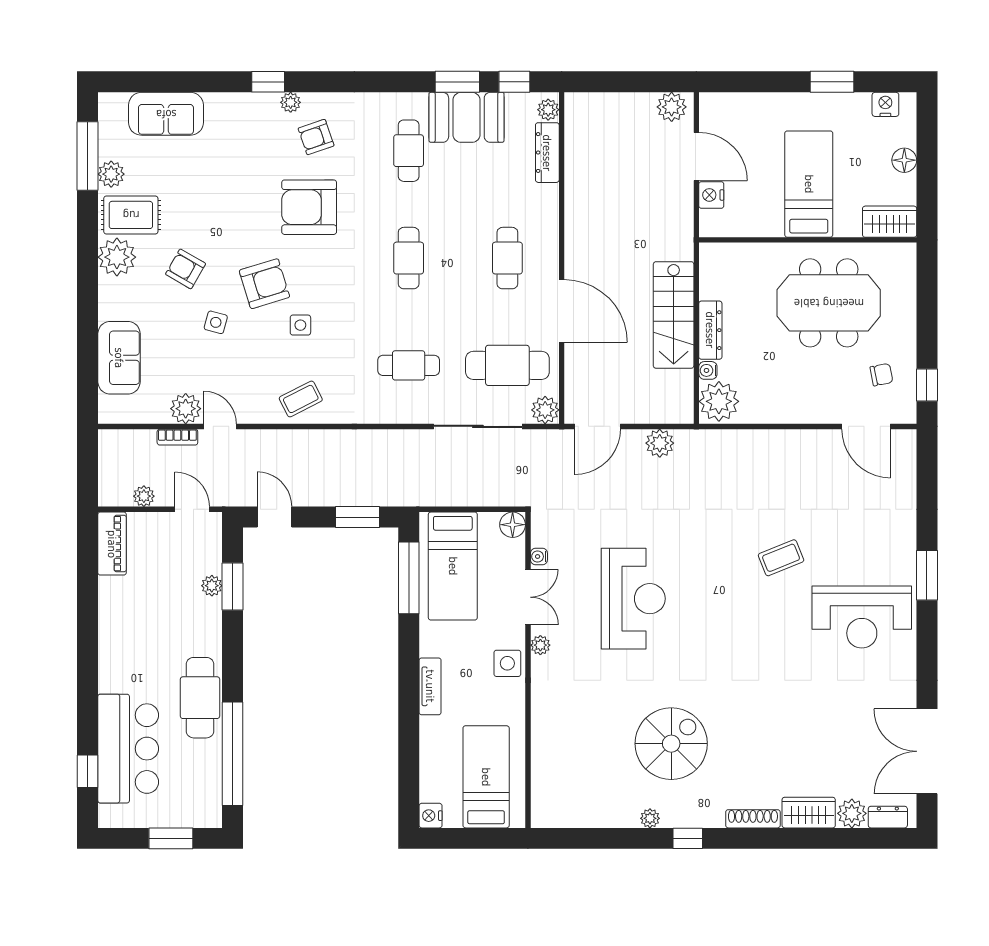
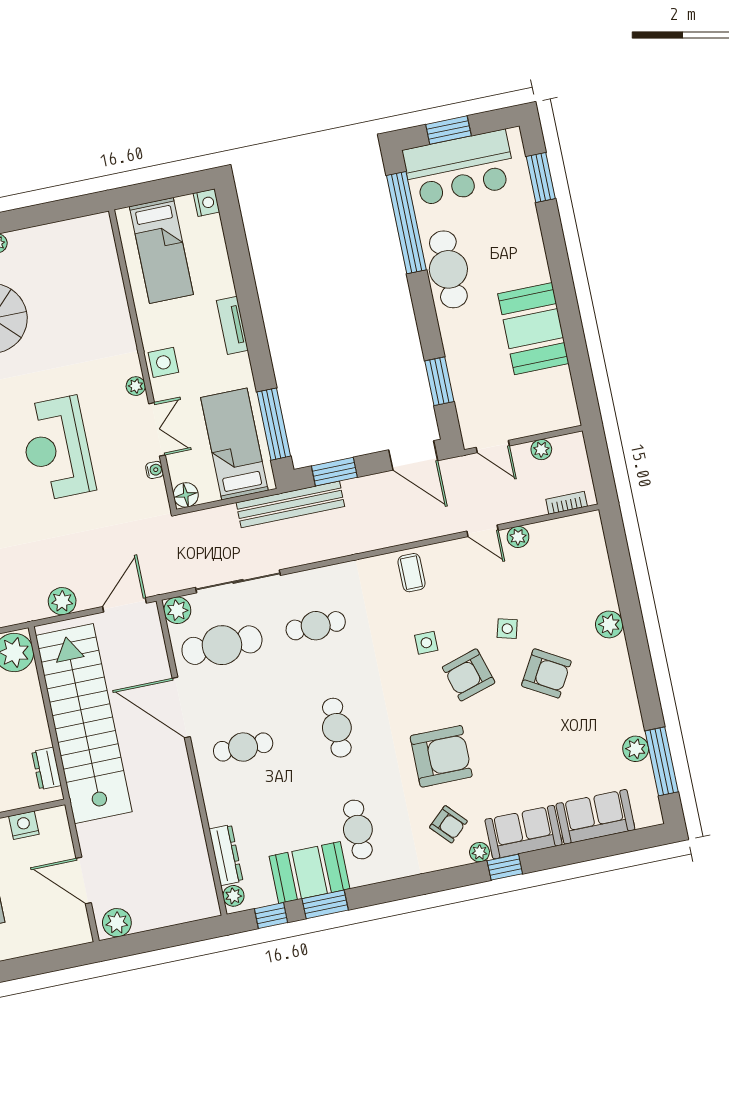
armchair: (316, 137) -> (448, 824), turned 66
nightstand: (711, 195) -> (24, 825), moved, turned -90
rug: (131, 215) -> (609, 714), removed
plant: (117, 257) -> (609, 624), moved, width x0.73, depth x0.73
cafe table: (507, 258) -> (243, 747), turned 90
armchair: (186, 269) -> (546, 673), width x1.38, depth x1.38
stairs: (674, 315) -> (84, 724), width x1.86, depth x1.51
dresser: (710, 330) -> (47, 769), moved, width x0.70
sofa: (119, 358) -> (524, 832), moved, turned 90
water cooler: (708, 370) -> (31, 680), removed
coffee table: (301, 399) -> (411, 573), turned -63
plant: (186, 409) -> (518, 537), width x0.73, depth x0.73
bookcase: (177, 437) -> (567, 503), moved
bench: (409, 493) -> (290, 504), added
door: (274, 517) -> (413, 455), width x1.38
piano: (112, 544) -> (562, 398), removed
plant: (212, 586) -> (459, 378), removed
double door: (528, 597) -> (157, 429), swing flipped
booth: (127, 620) -> (533, 329), added
bar counter: (128, 749) -> (459, 168), moved, turned -90
window: (88, 771) -> (541, 177), width x1.50

